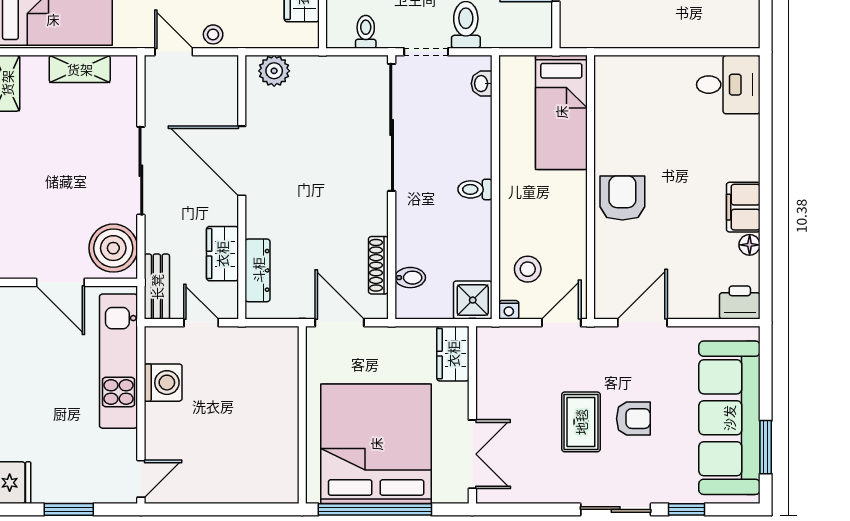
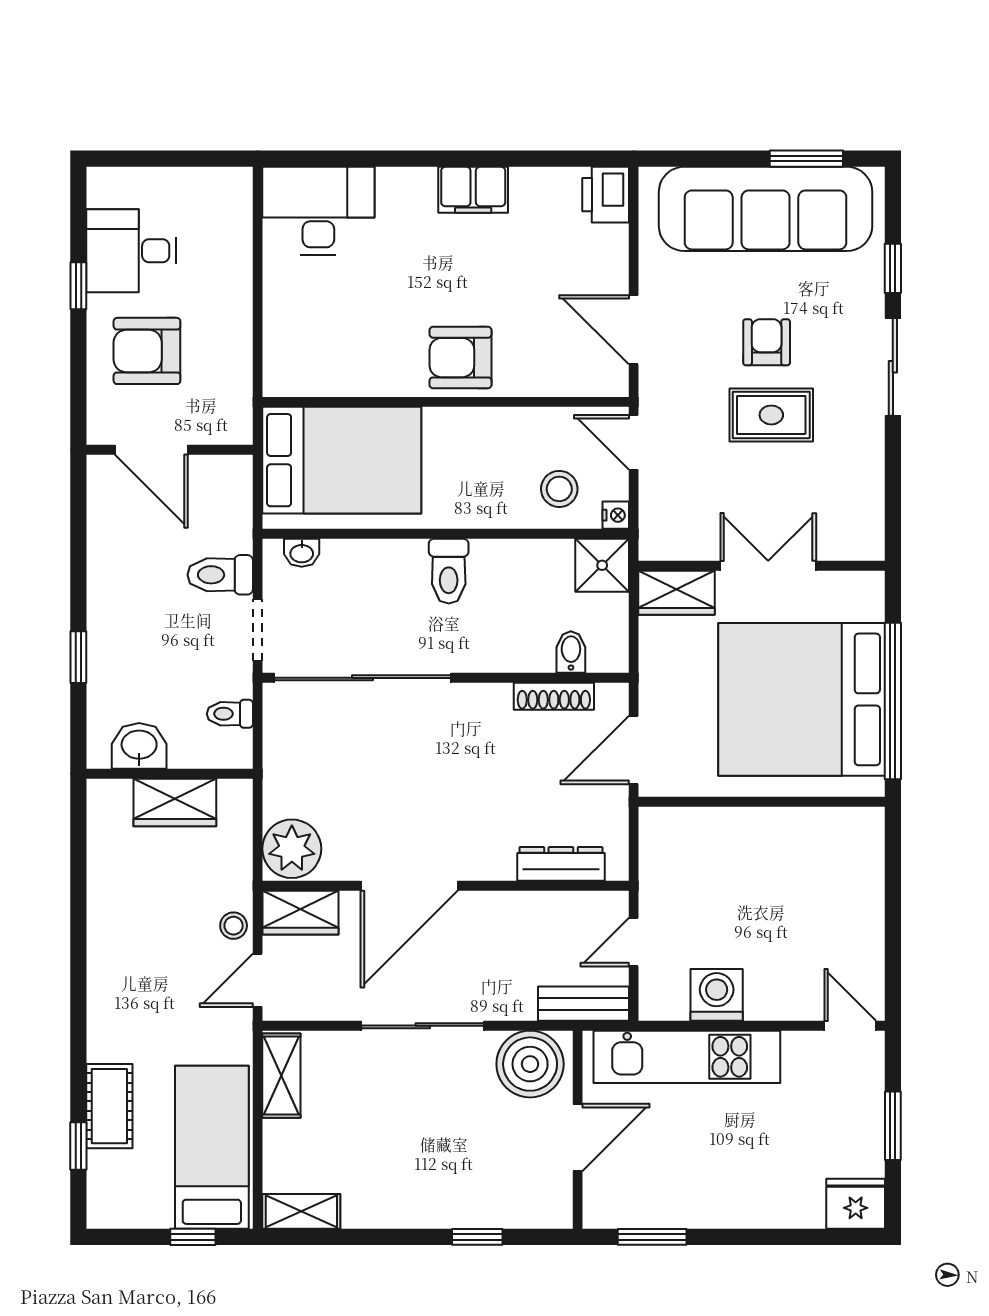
shelving: (80, 69) -> (281, 1076), moved
plant: (274, 71) -> (292, 849), width x1.36, depth x1.36
desk: (728, 85) -> (318, 211), width x1.37
bed: (561, 112) -> (342, 460), width x1.50
toilet: (475, 189) -> (449, 571), width x1.37, depth x1.39
floor lamp: (750, 245) -> (526, 181), removed
wardrobe: (222, 254) -> (300, 913), moved
double door: (472, 454) -> (768, 566), moved

